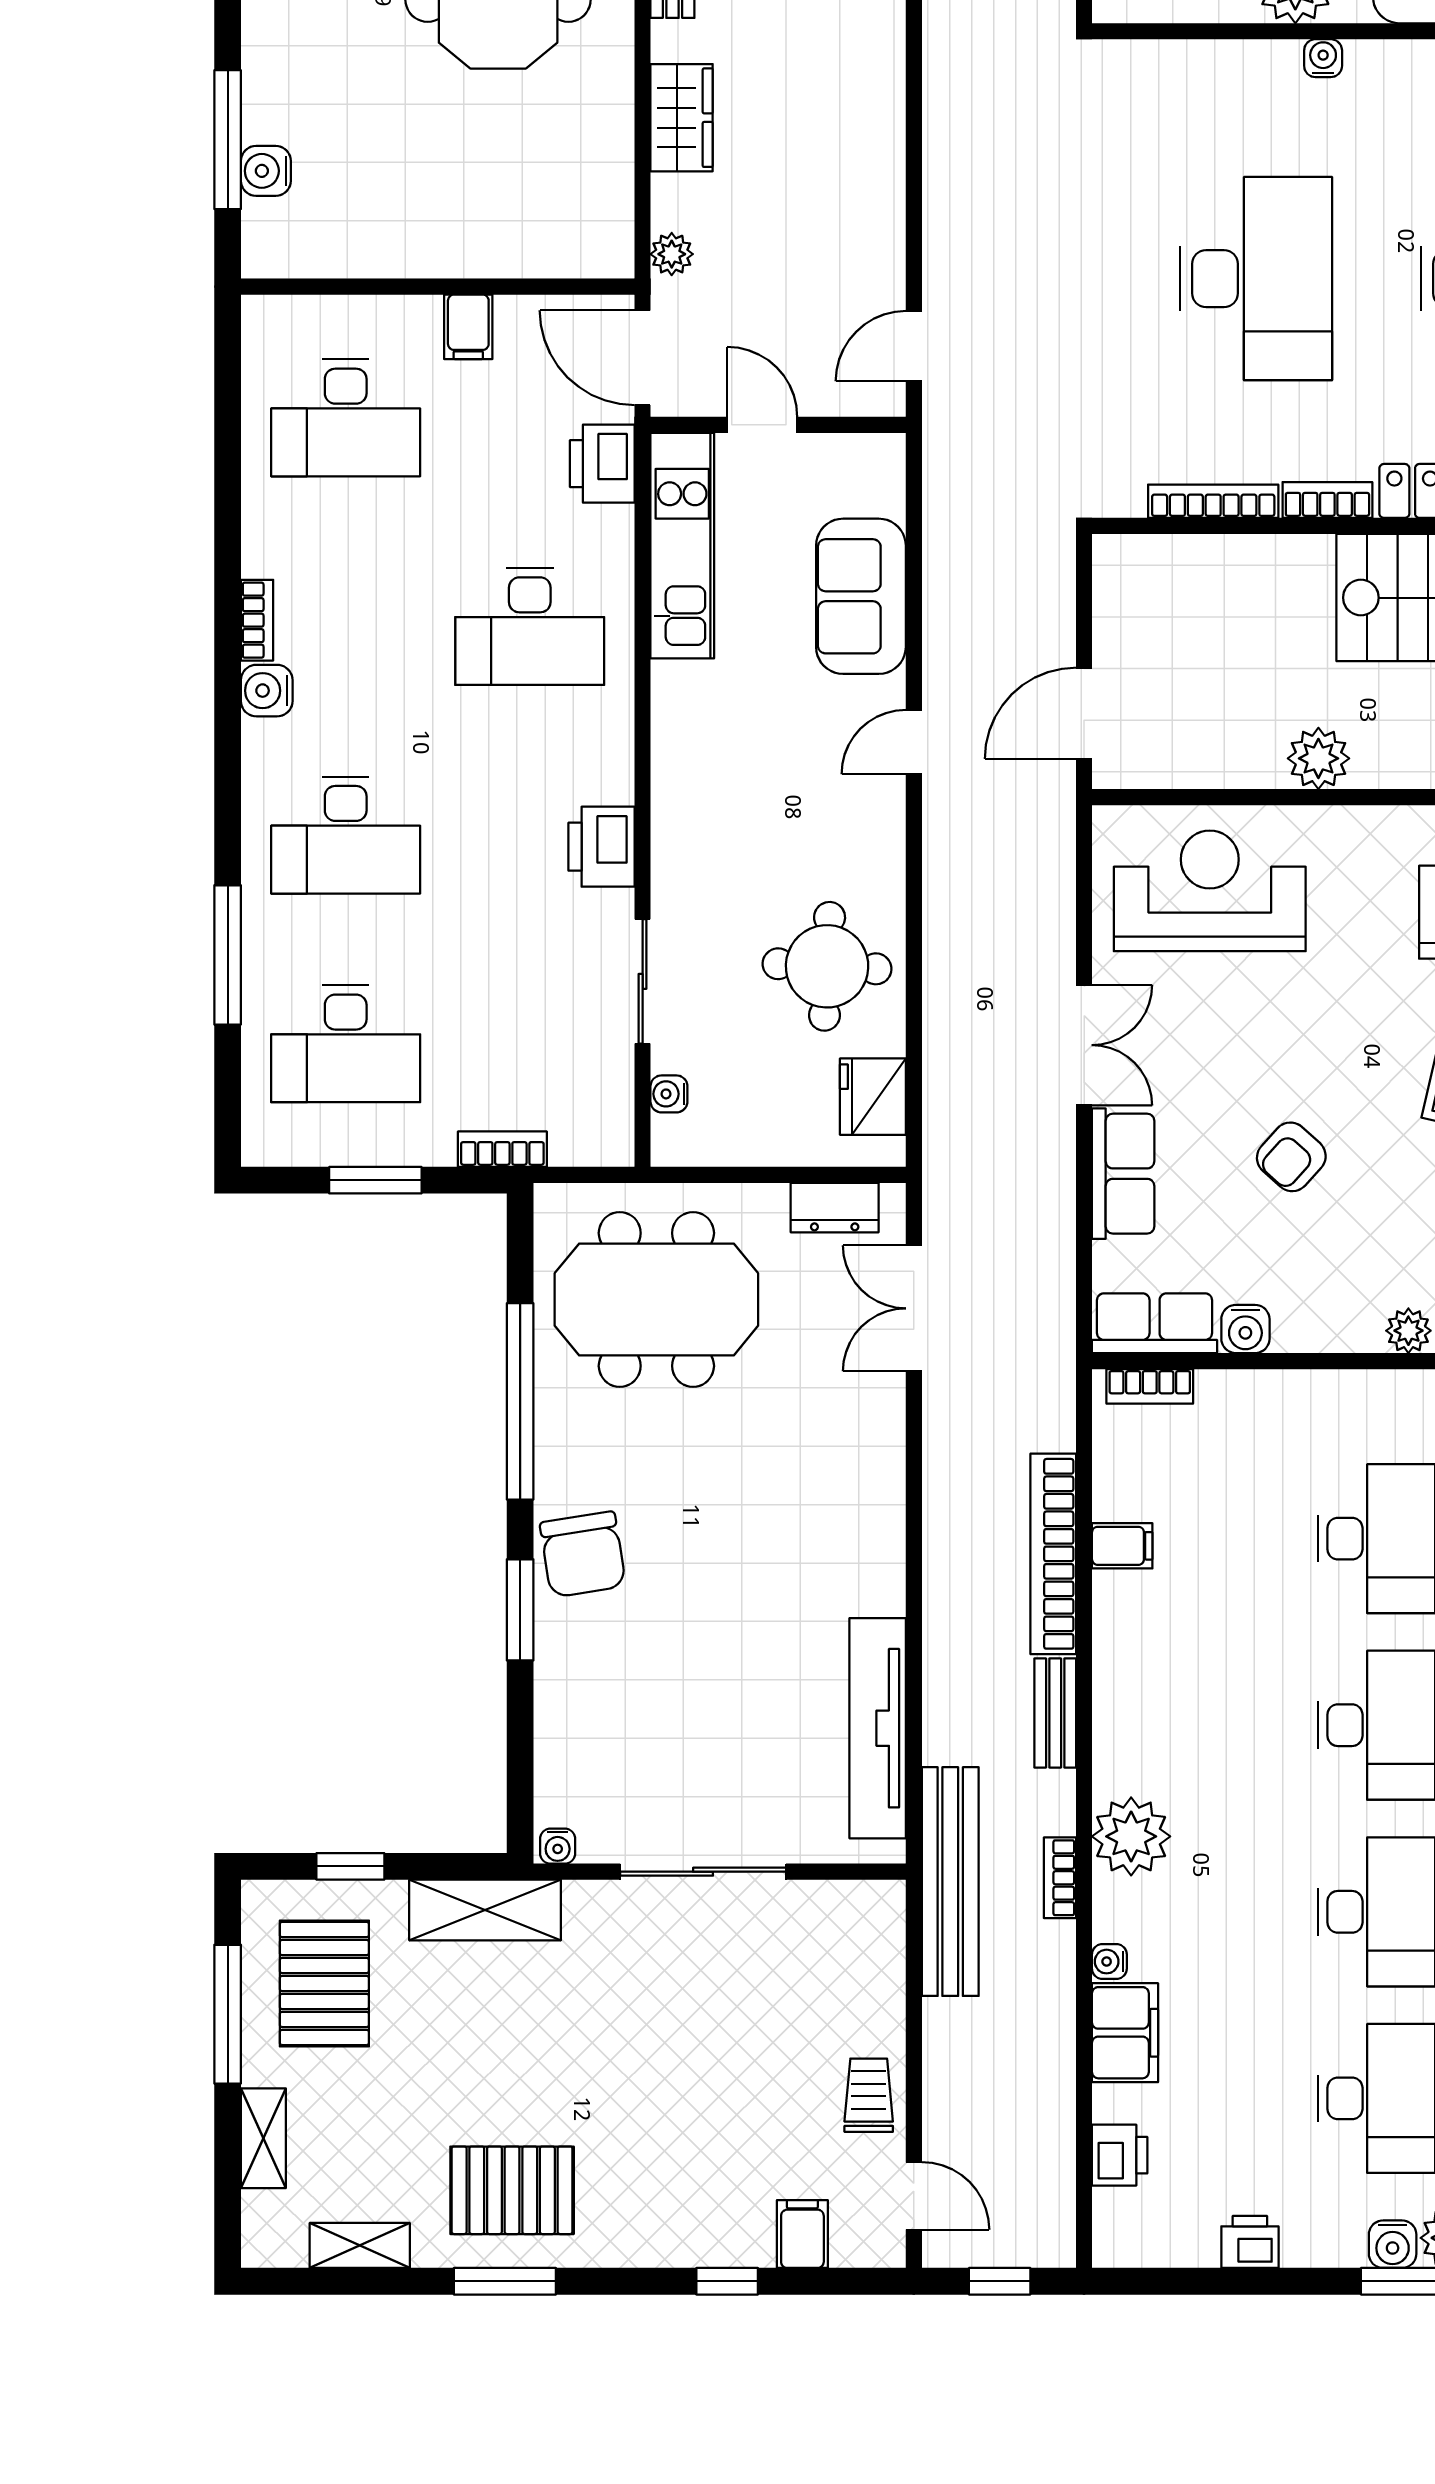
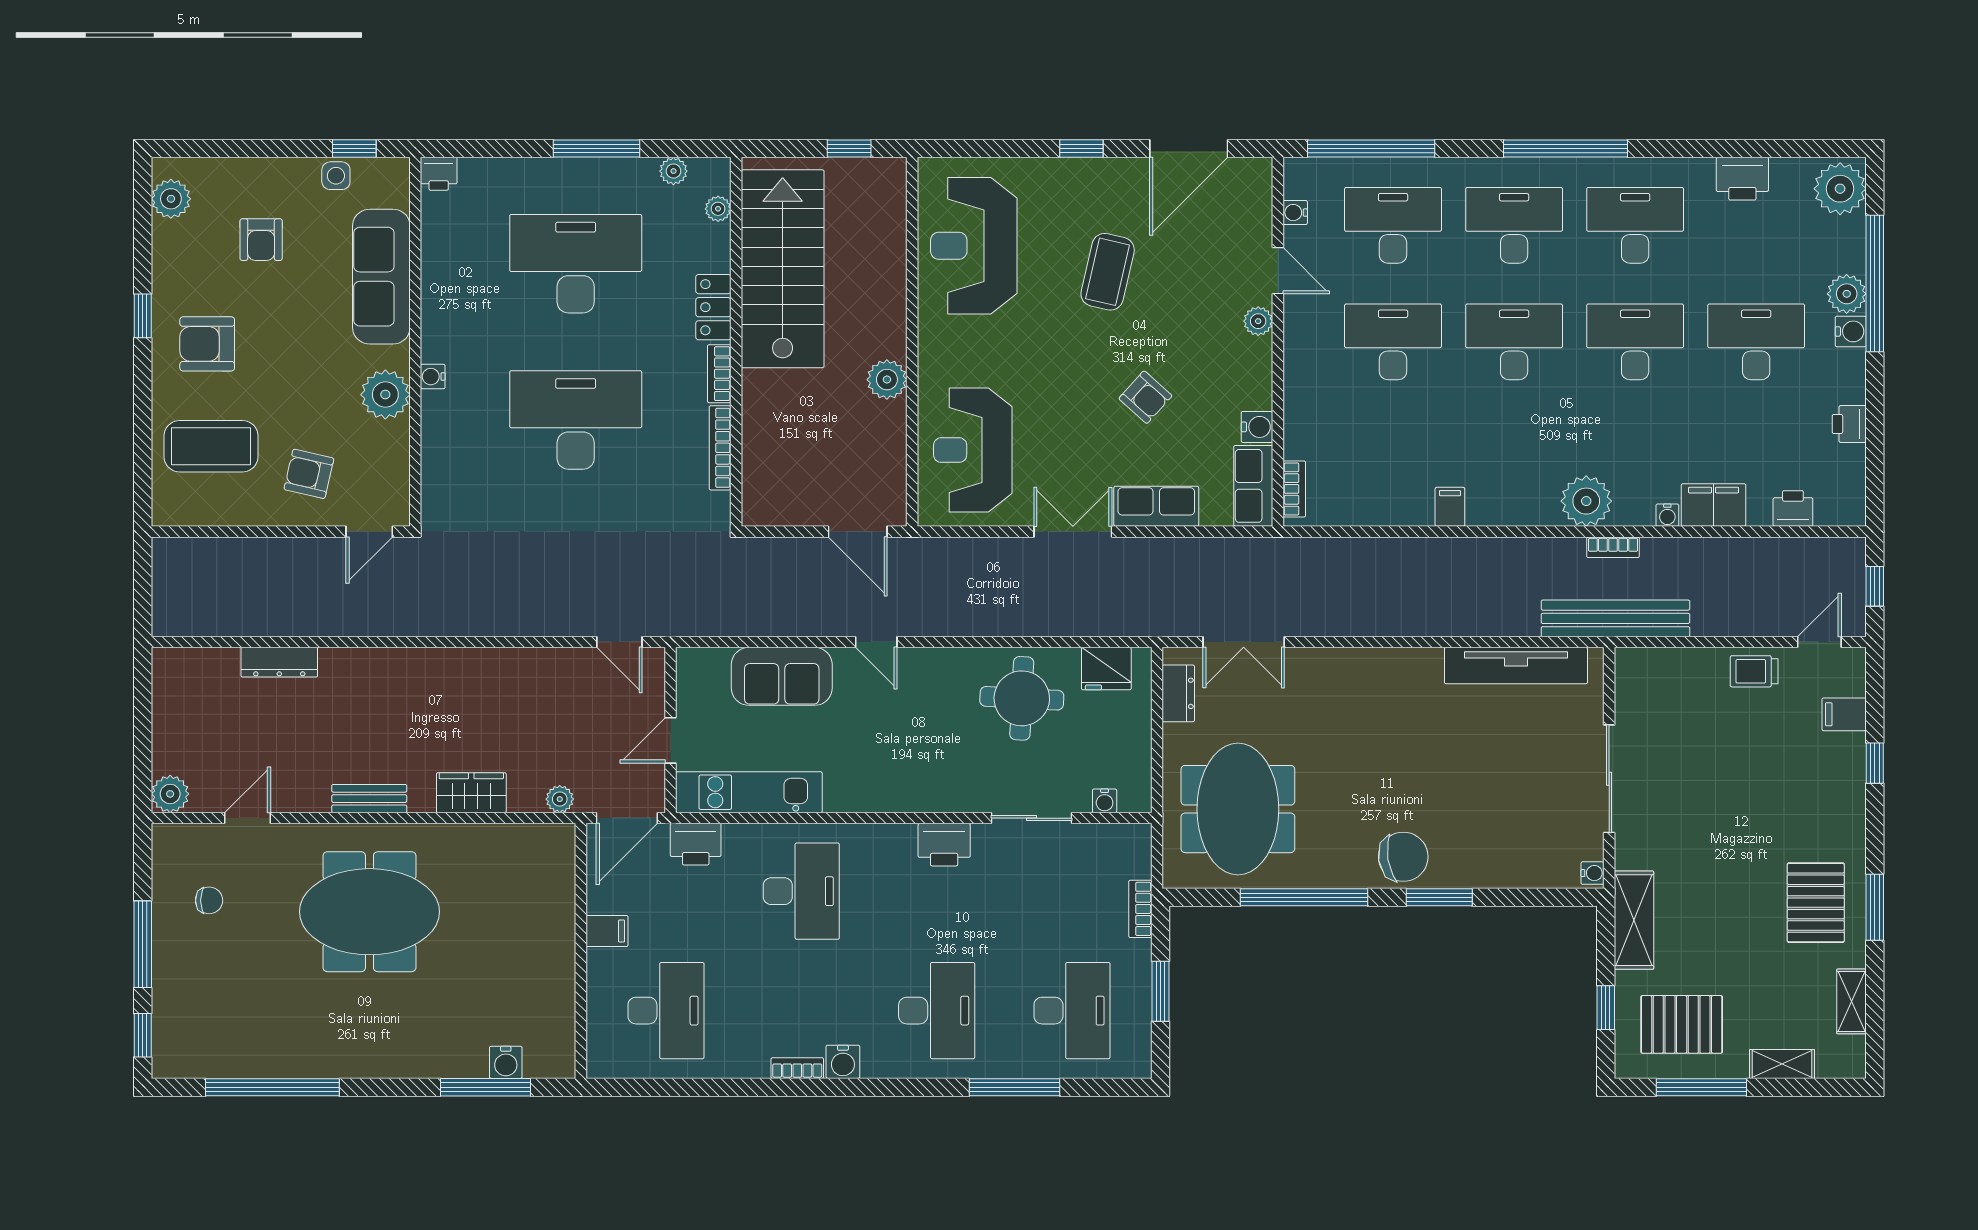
filing cabinet: (1122, 1546) -> (1450, 507), moved
bookcase: (1053, 1554) -> (1403, 552), removed
bench: (1055, 1713) -> (1506, 550), removed

